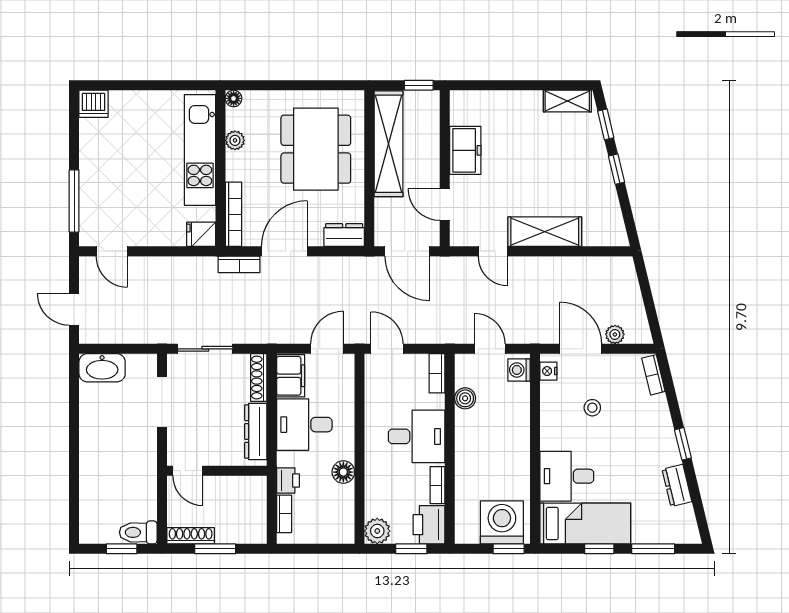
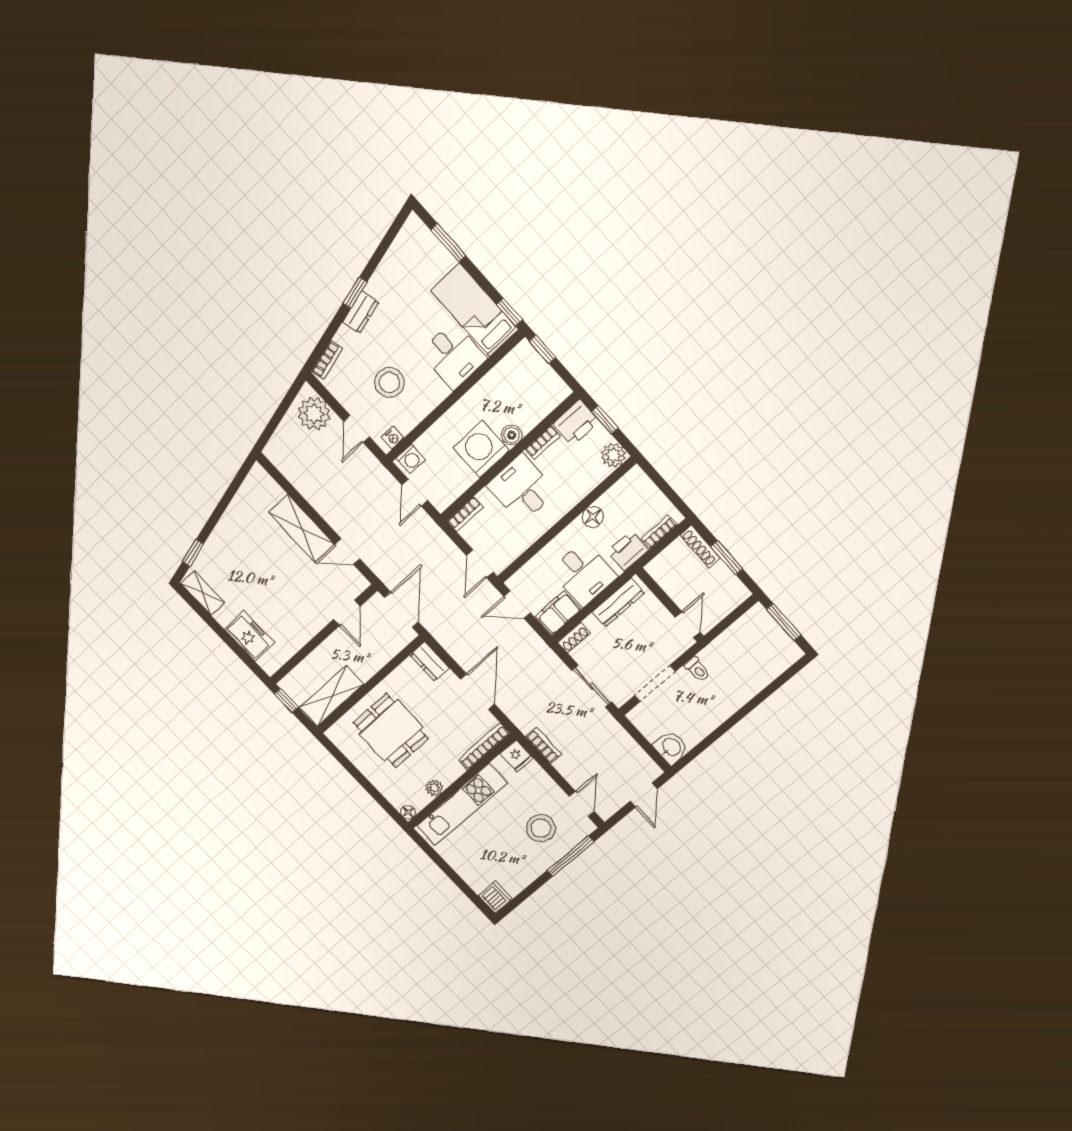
shelving: (389, 144) -> (332, 696), width x0.68
dining table: (316, 149) -> (391, 731), width x0.73
freezer: (465, 150) -> (249, 636), moved, turned 90
window: (617, 169) -> (215, 518), removed
stool: (121, 198) -> (541, 828), added
door: (284, 251) -> (477, 692), swing flipped
door: (493, 251) -> (347, 552), swing flipped
bookcase: (239, 264) -> (543, 745), moved
plant: (615, 334) -> (314, 414), width x1.88, depth x1.88
door: (581, 349) -> (357, 429), width x0.73
washbasin: (102, 368) -> (671, 747), width x0.72
shoe rack: (259, 377) -> (574, 638), width x0.70
boiler: (465, 398) -> (512, 435), moved
stool: (592, 408) -> (389, 382), width x1.89, depth x1.89
printer: (288, 480) -> (628, 551), width x1.36, depth x1.24
dresser: (677, 485) -> (361, 312), moved
washing machine: (502, 522) -> (481, 449), moved, turned 90
toilet: (138, 532) -> (697, 669), moved, width x0.73, depth x0.72
shoe rack: (191, 536) -> (700, 546), moved
window: (122, 549) -> (784, 622), width x1.50
window: (599, 549) -> (510, 312), moved

